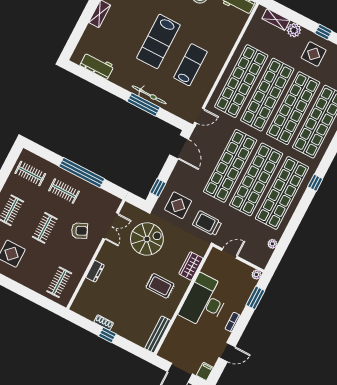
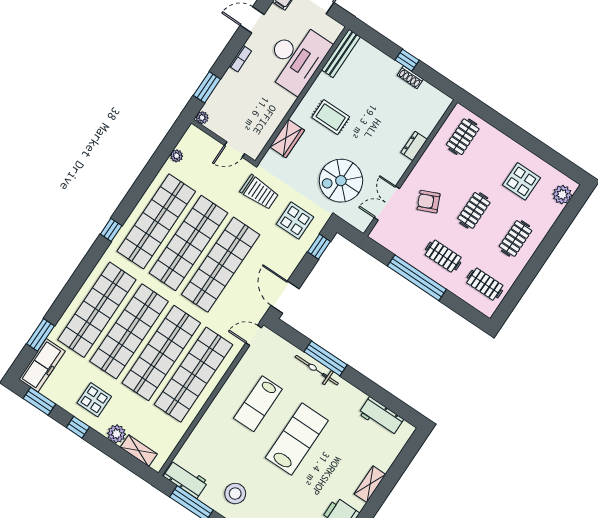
desk: (205, 301) -> (296, 58), moved

